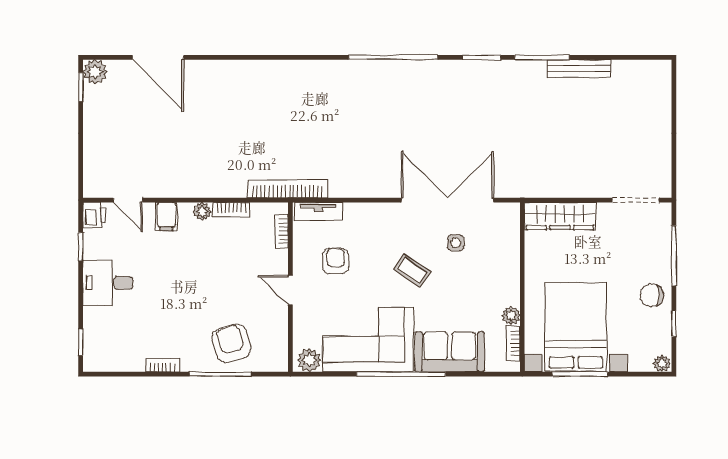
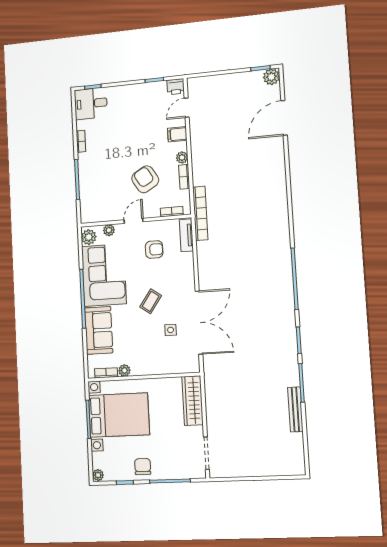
desk: (108, 283) -> (91, 103), moved, turned -90
plant: (301, 328) -> (109, 230), added
armchair: (231, 343) -> (145, 179), moved, turned -105

